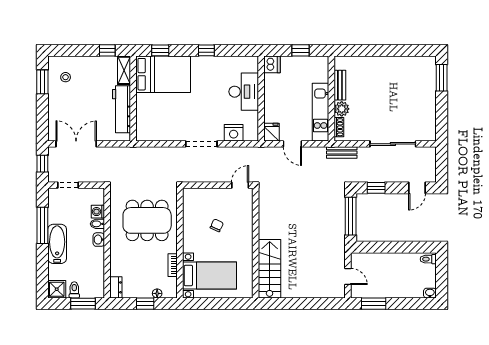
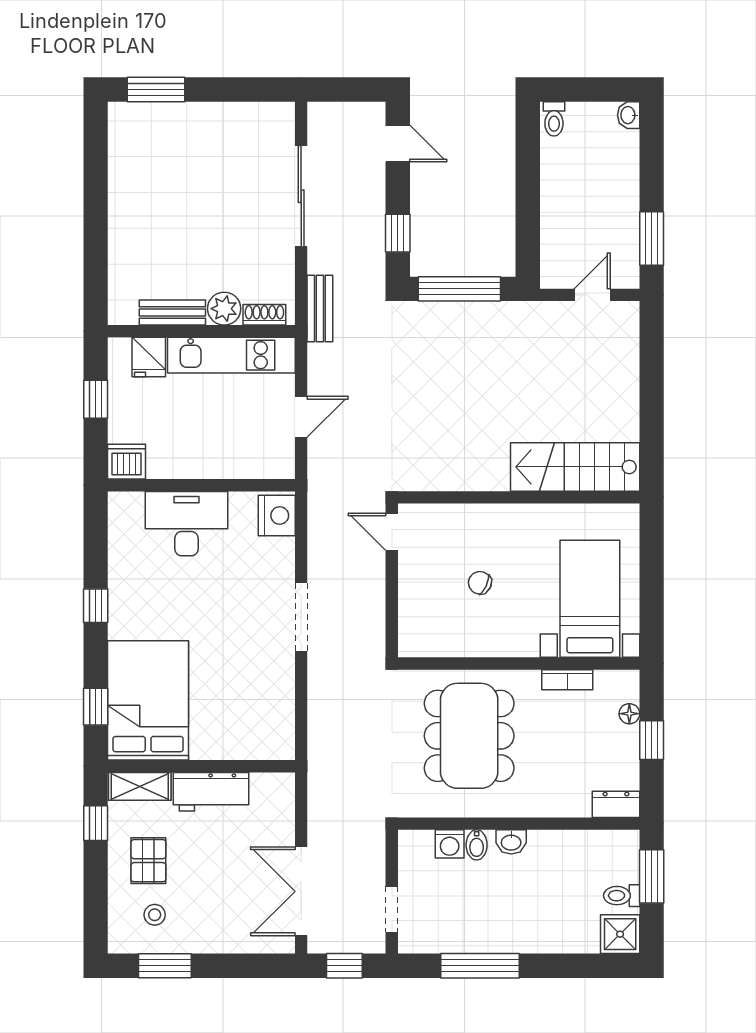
pallet: (90, 74) -> (148, 861), added
workbench: (122, 109) -> (211, 792), width x0.73
fridge: (272, 132) -> (149, 357), moved, turned -90
nightstand: (234, 133) -> (277, 515), moved
bathtub: (57, 244) -> (521, 933), removed

